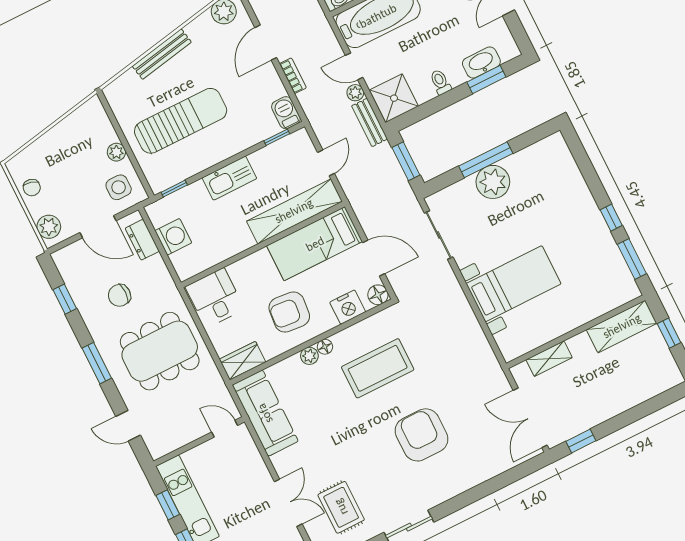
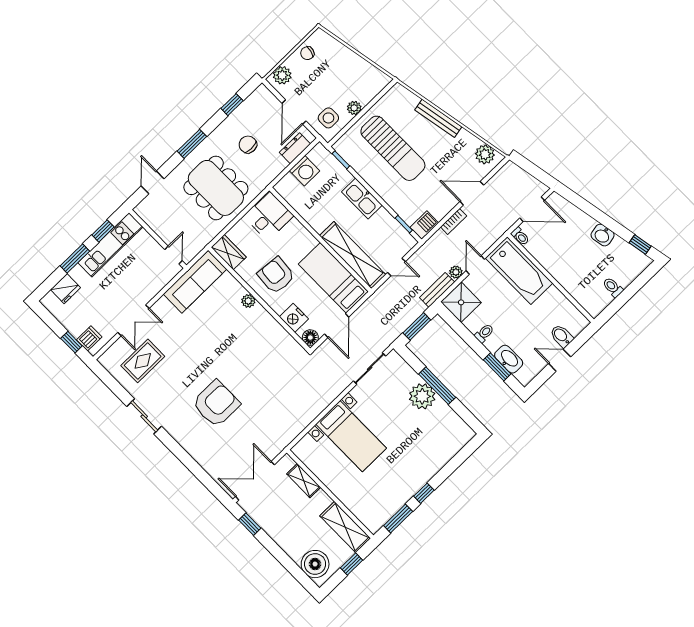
floor lamp: (325, 347) -> (259, 310), removed
coffee table: (378, 368) -> (255, 355), removed
boiler: (655, 377) -> (315, 564), added

